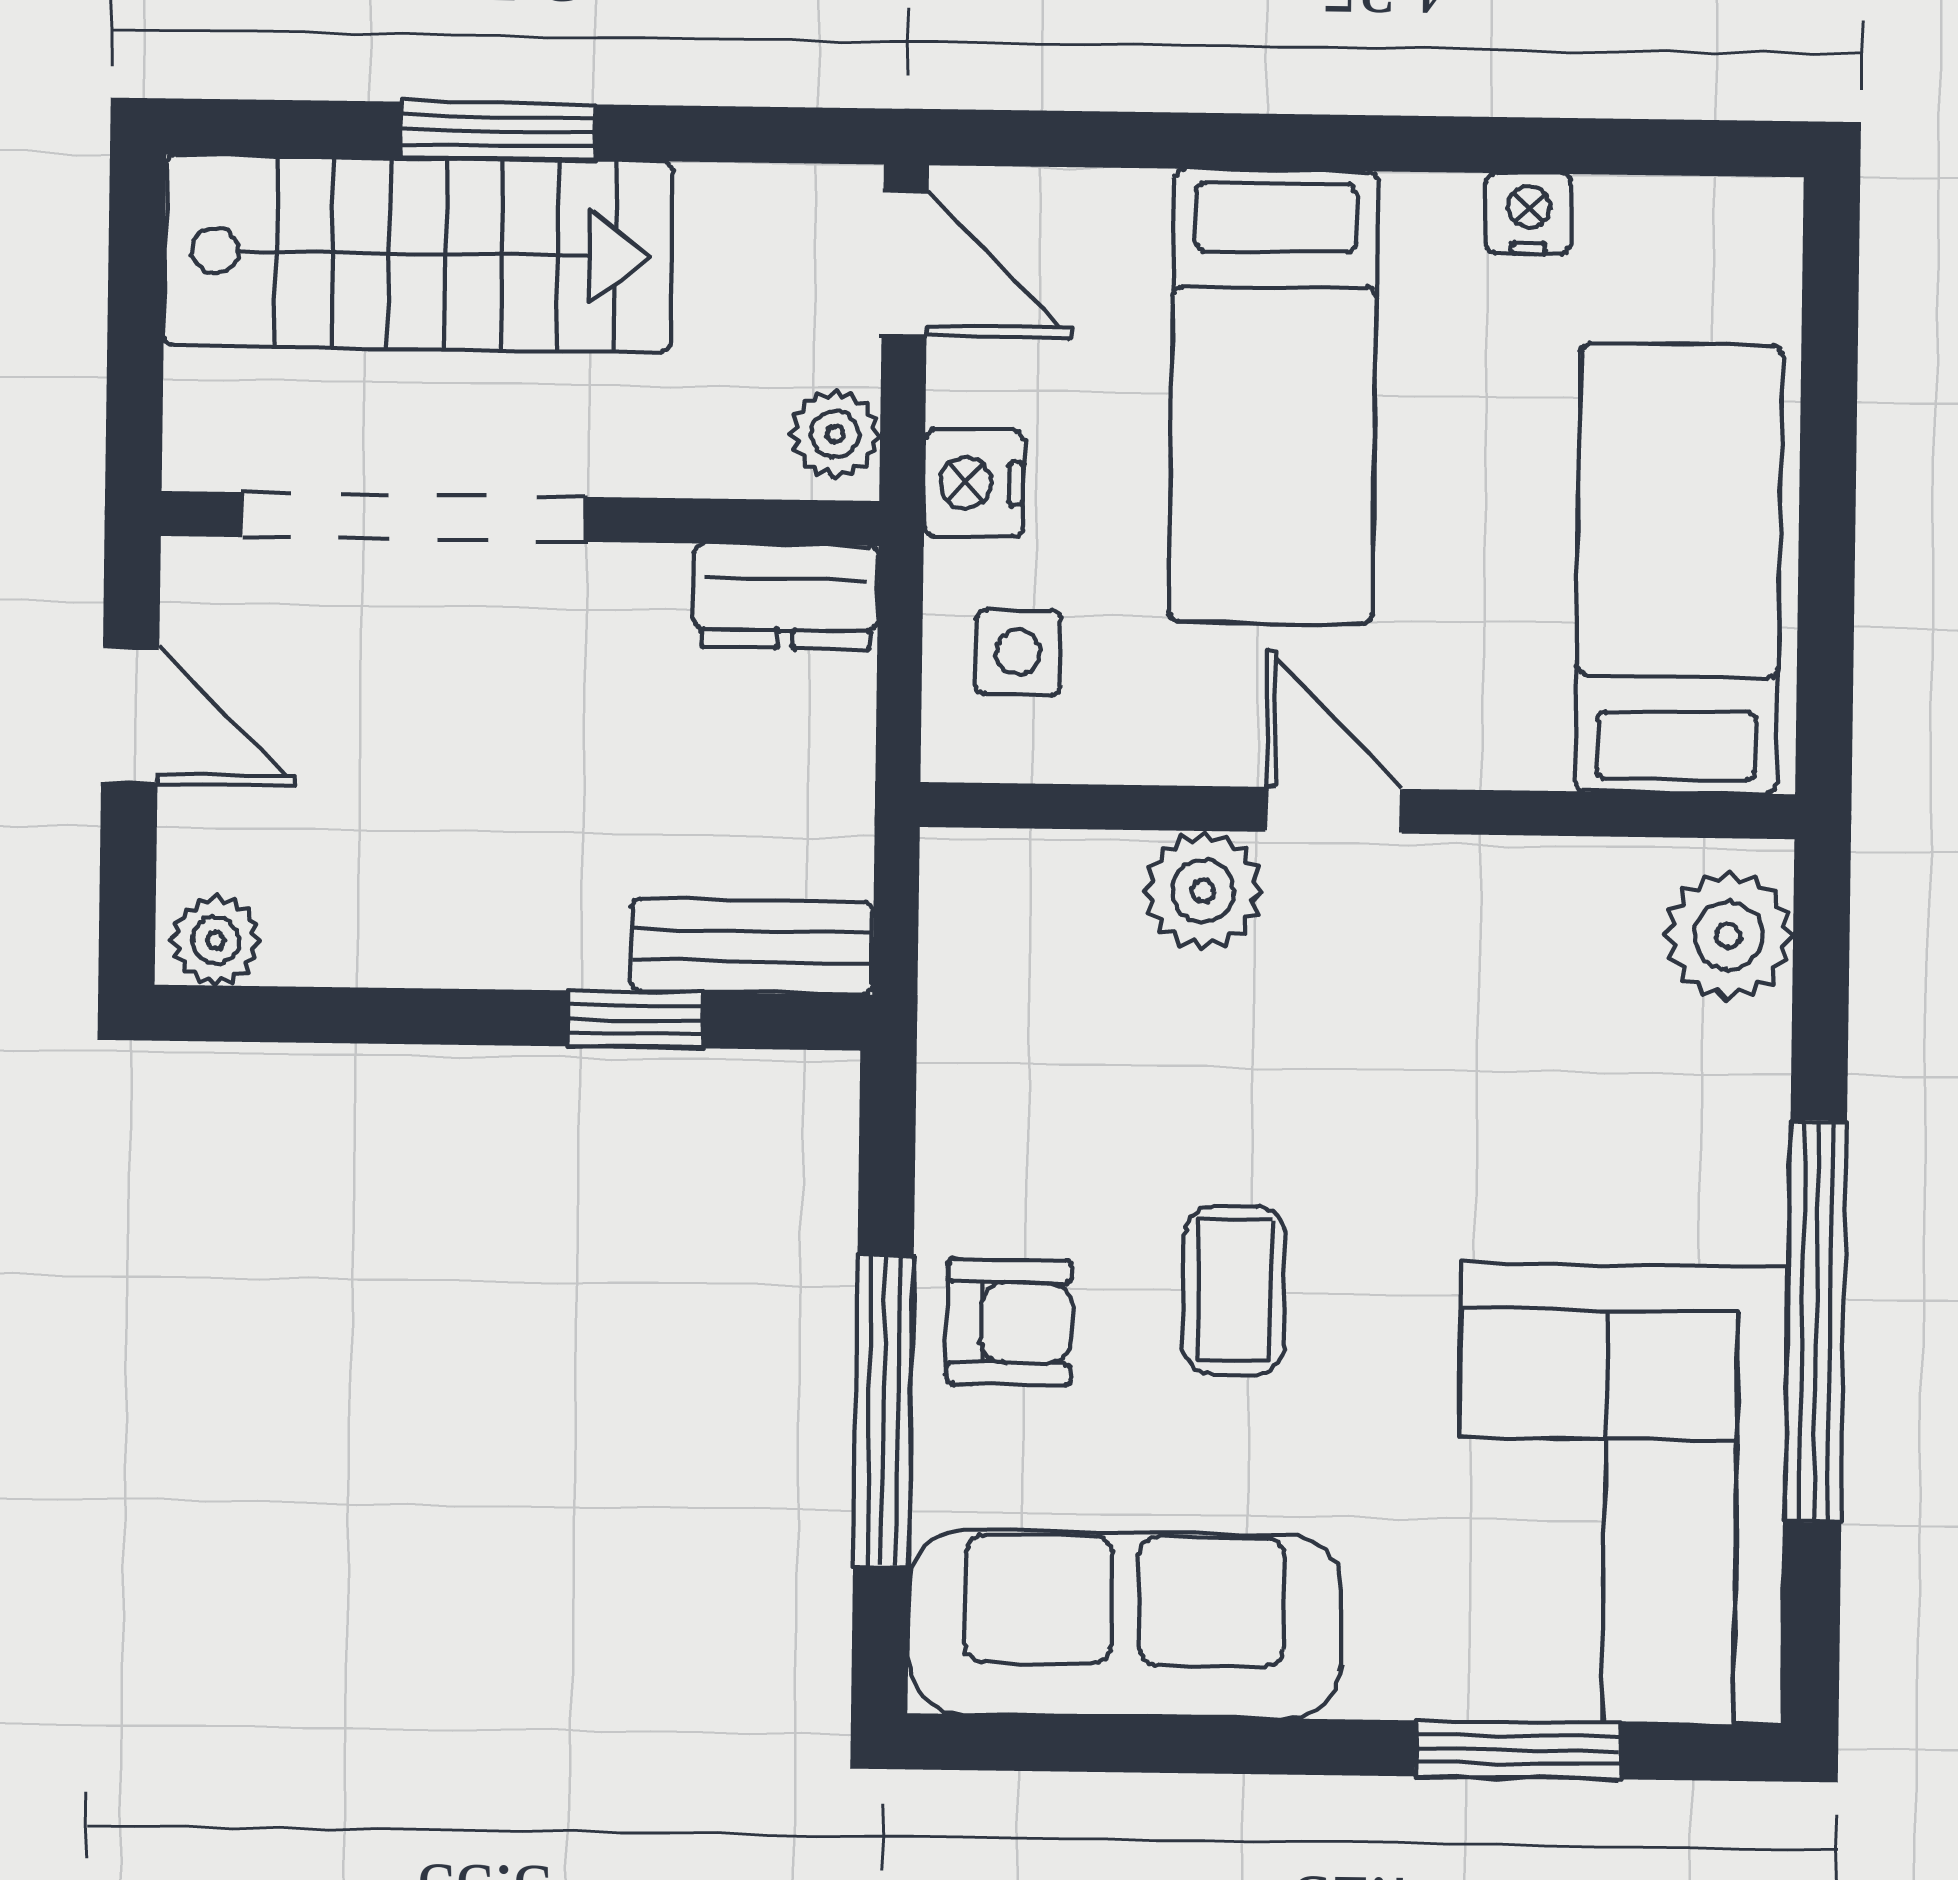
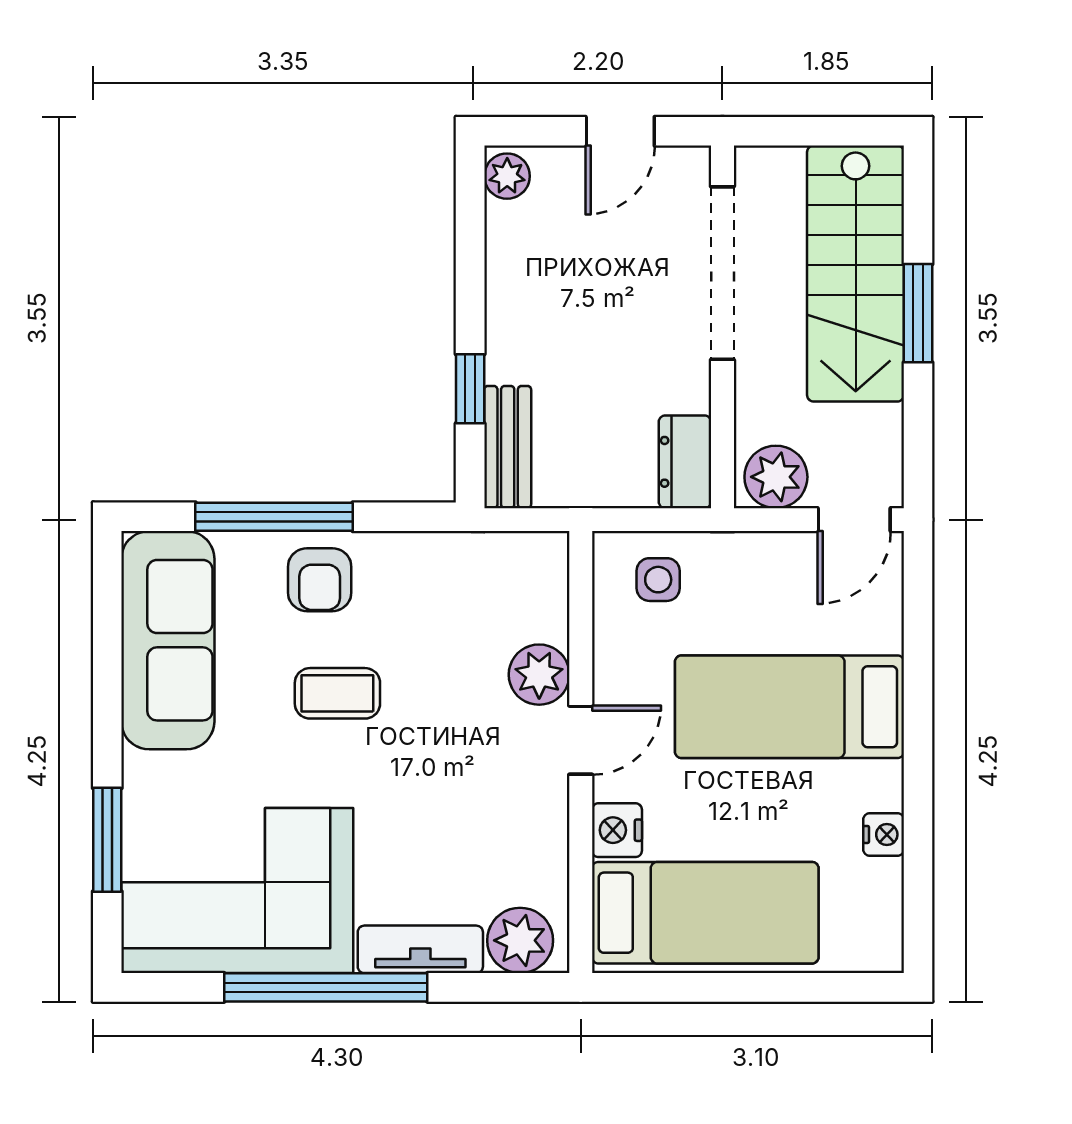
plant: (835, 434) -> (776, 477), width x1.38, depth x1.38
nightstand: (974, 483) -> (617, 830), moved, turned -90
tv unit: (1743, 1133) -> (420, 949), added

